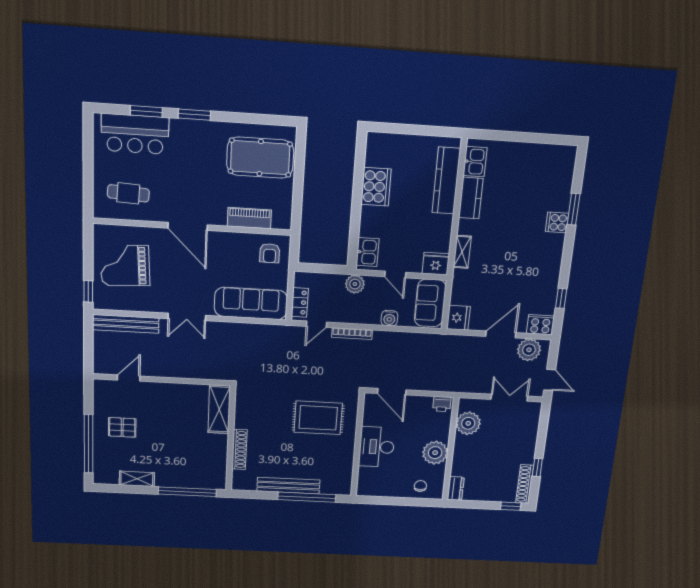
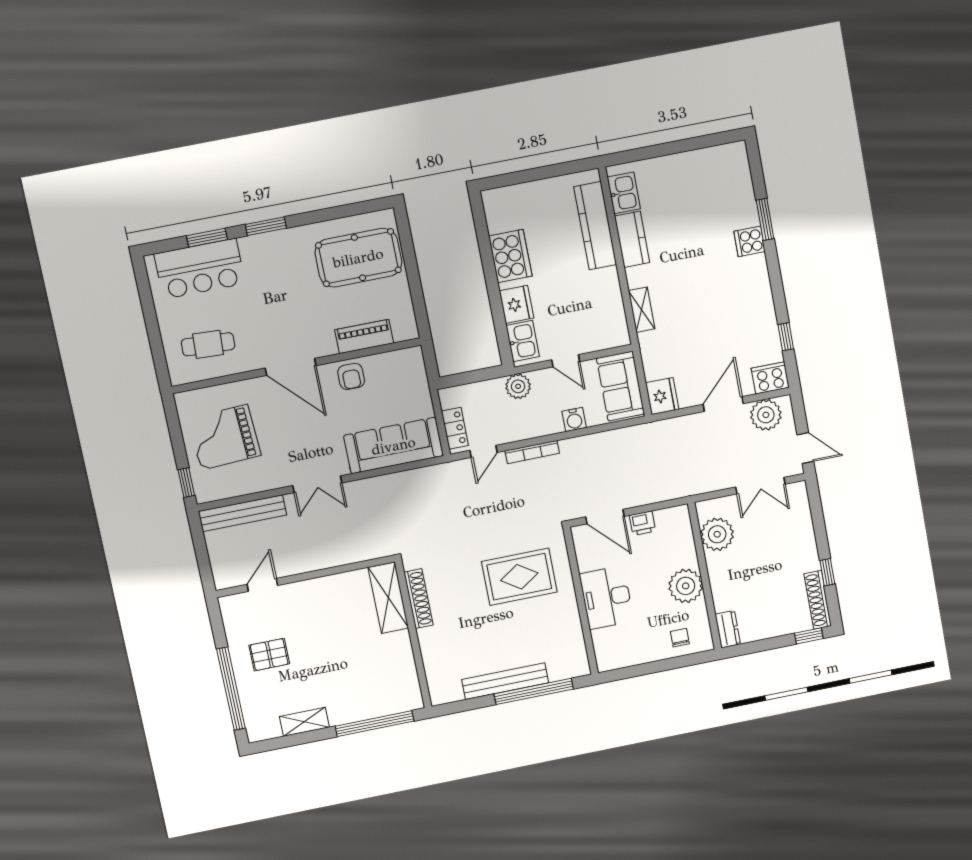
armchair: (270, 253) -> (351, 376), moved
fridge: (436, 264) -> (517, 304), moved, turned 90
double door: (509, 398) -> (760, 486), swing flipped
printer: (442, 404) -> (642, 523), moved
shoe rack: (239, 449) -> (418, 599), moved

